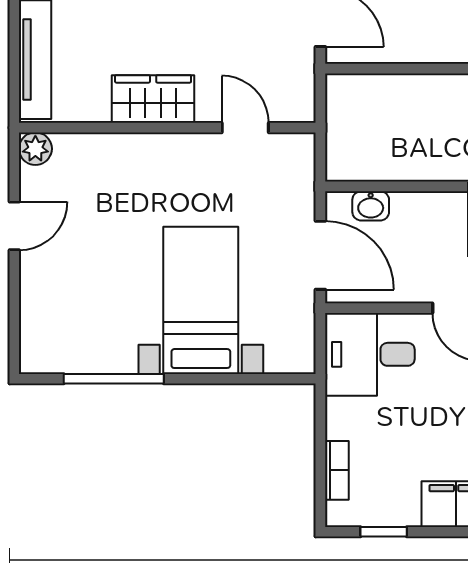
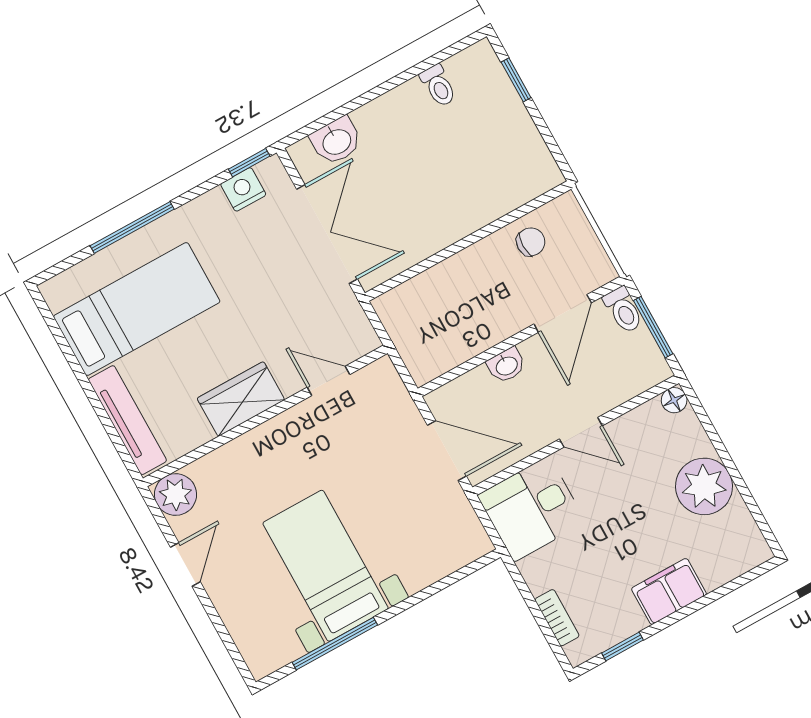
plant: (35, 149) -> (176, 495), width x1.38, depth x1.38
washbasin: (371, 206) -> (506, 365), moved
bed with nightstands: (201, 300) -> (325, 566), moved

